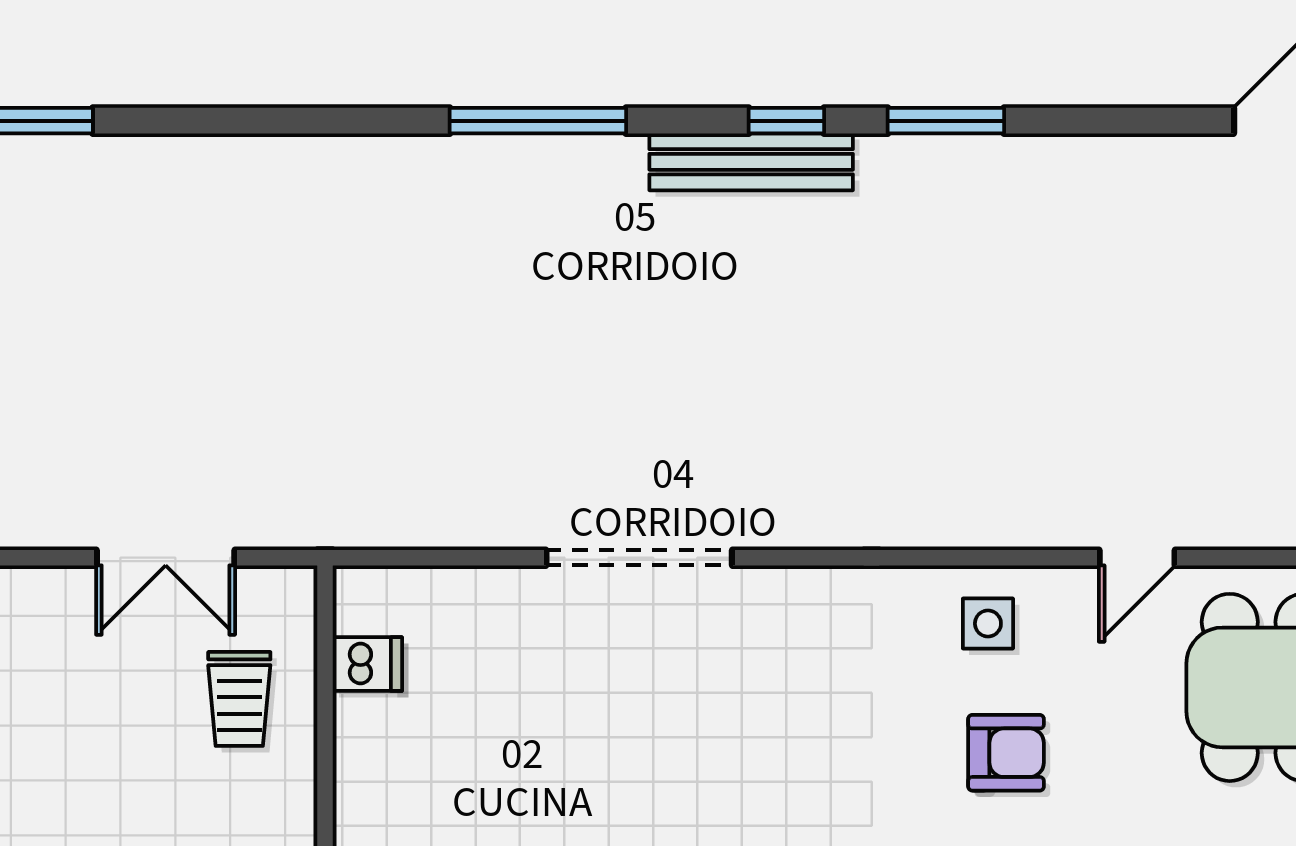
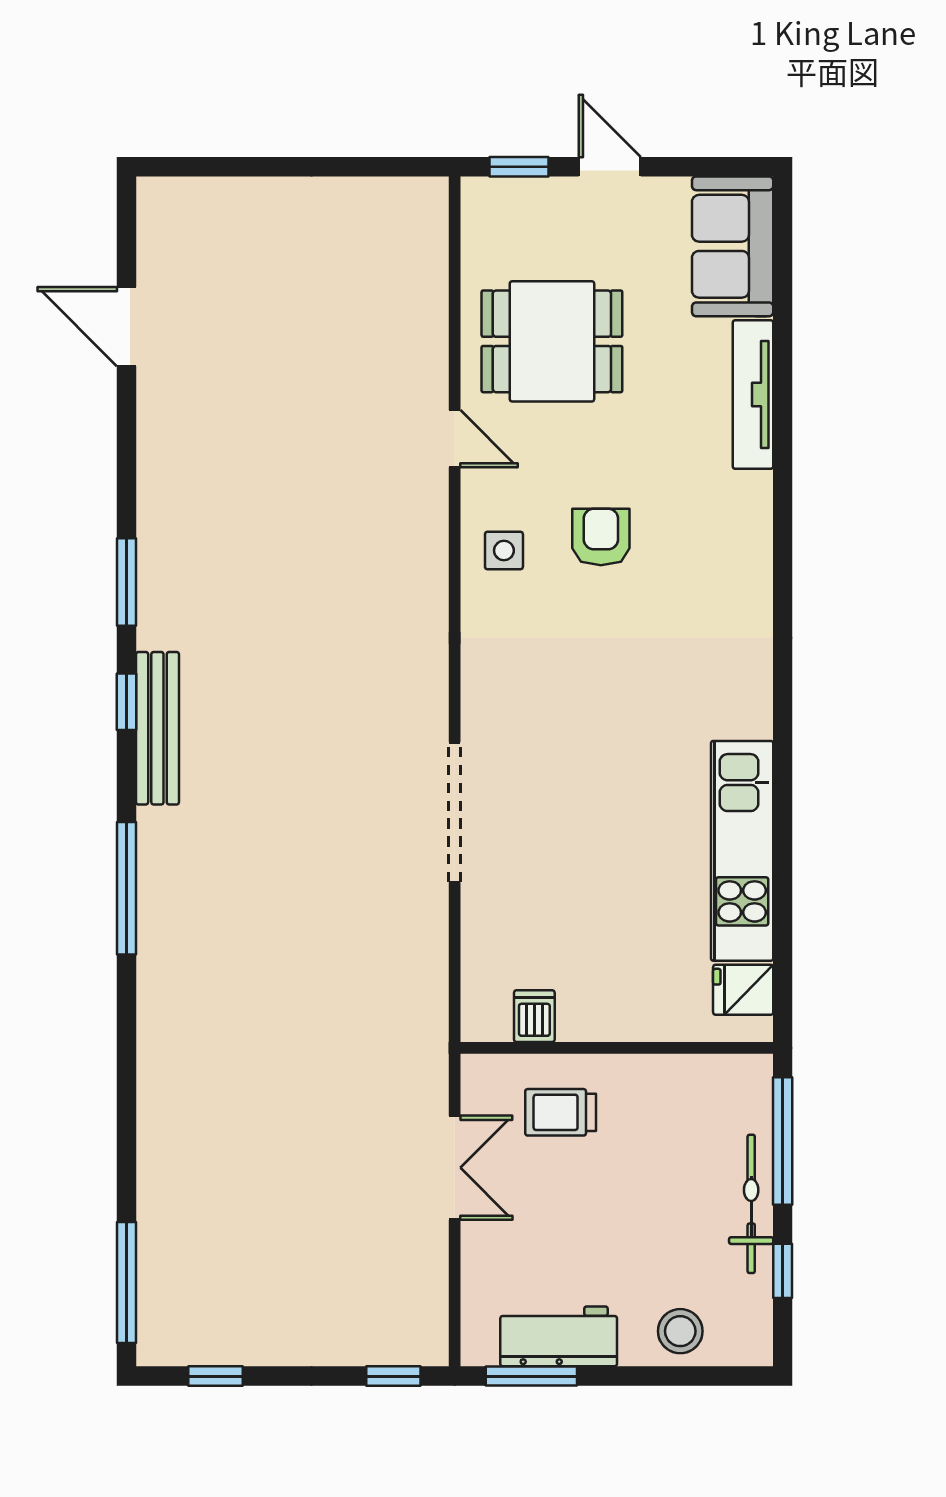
trolley: (239, 699) -> (561, 1112), turned 180

